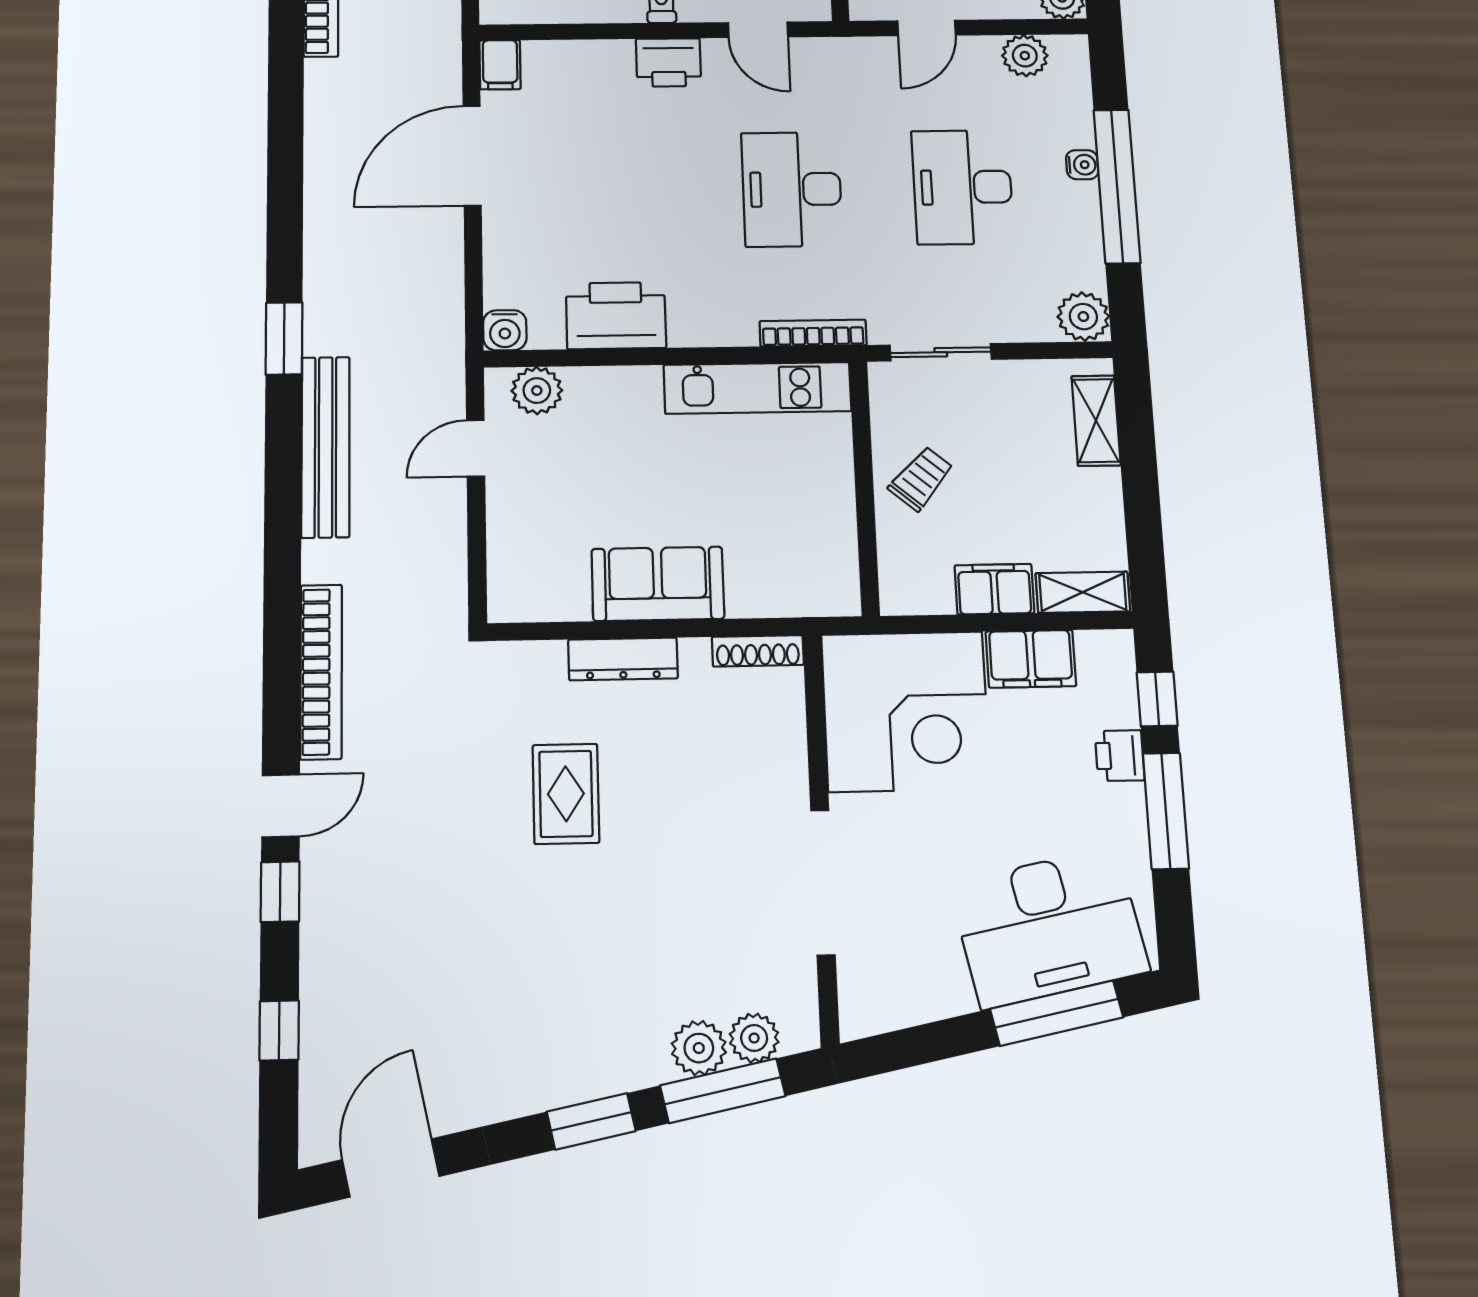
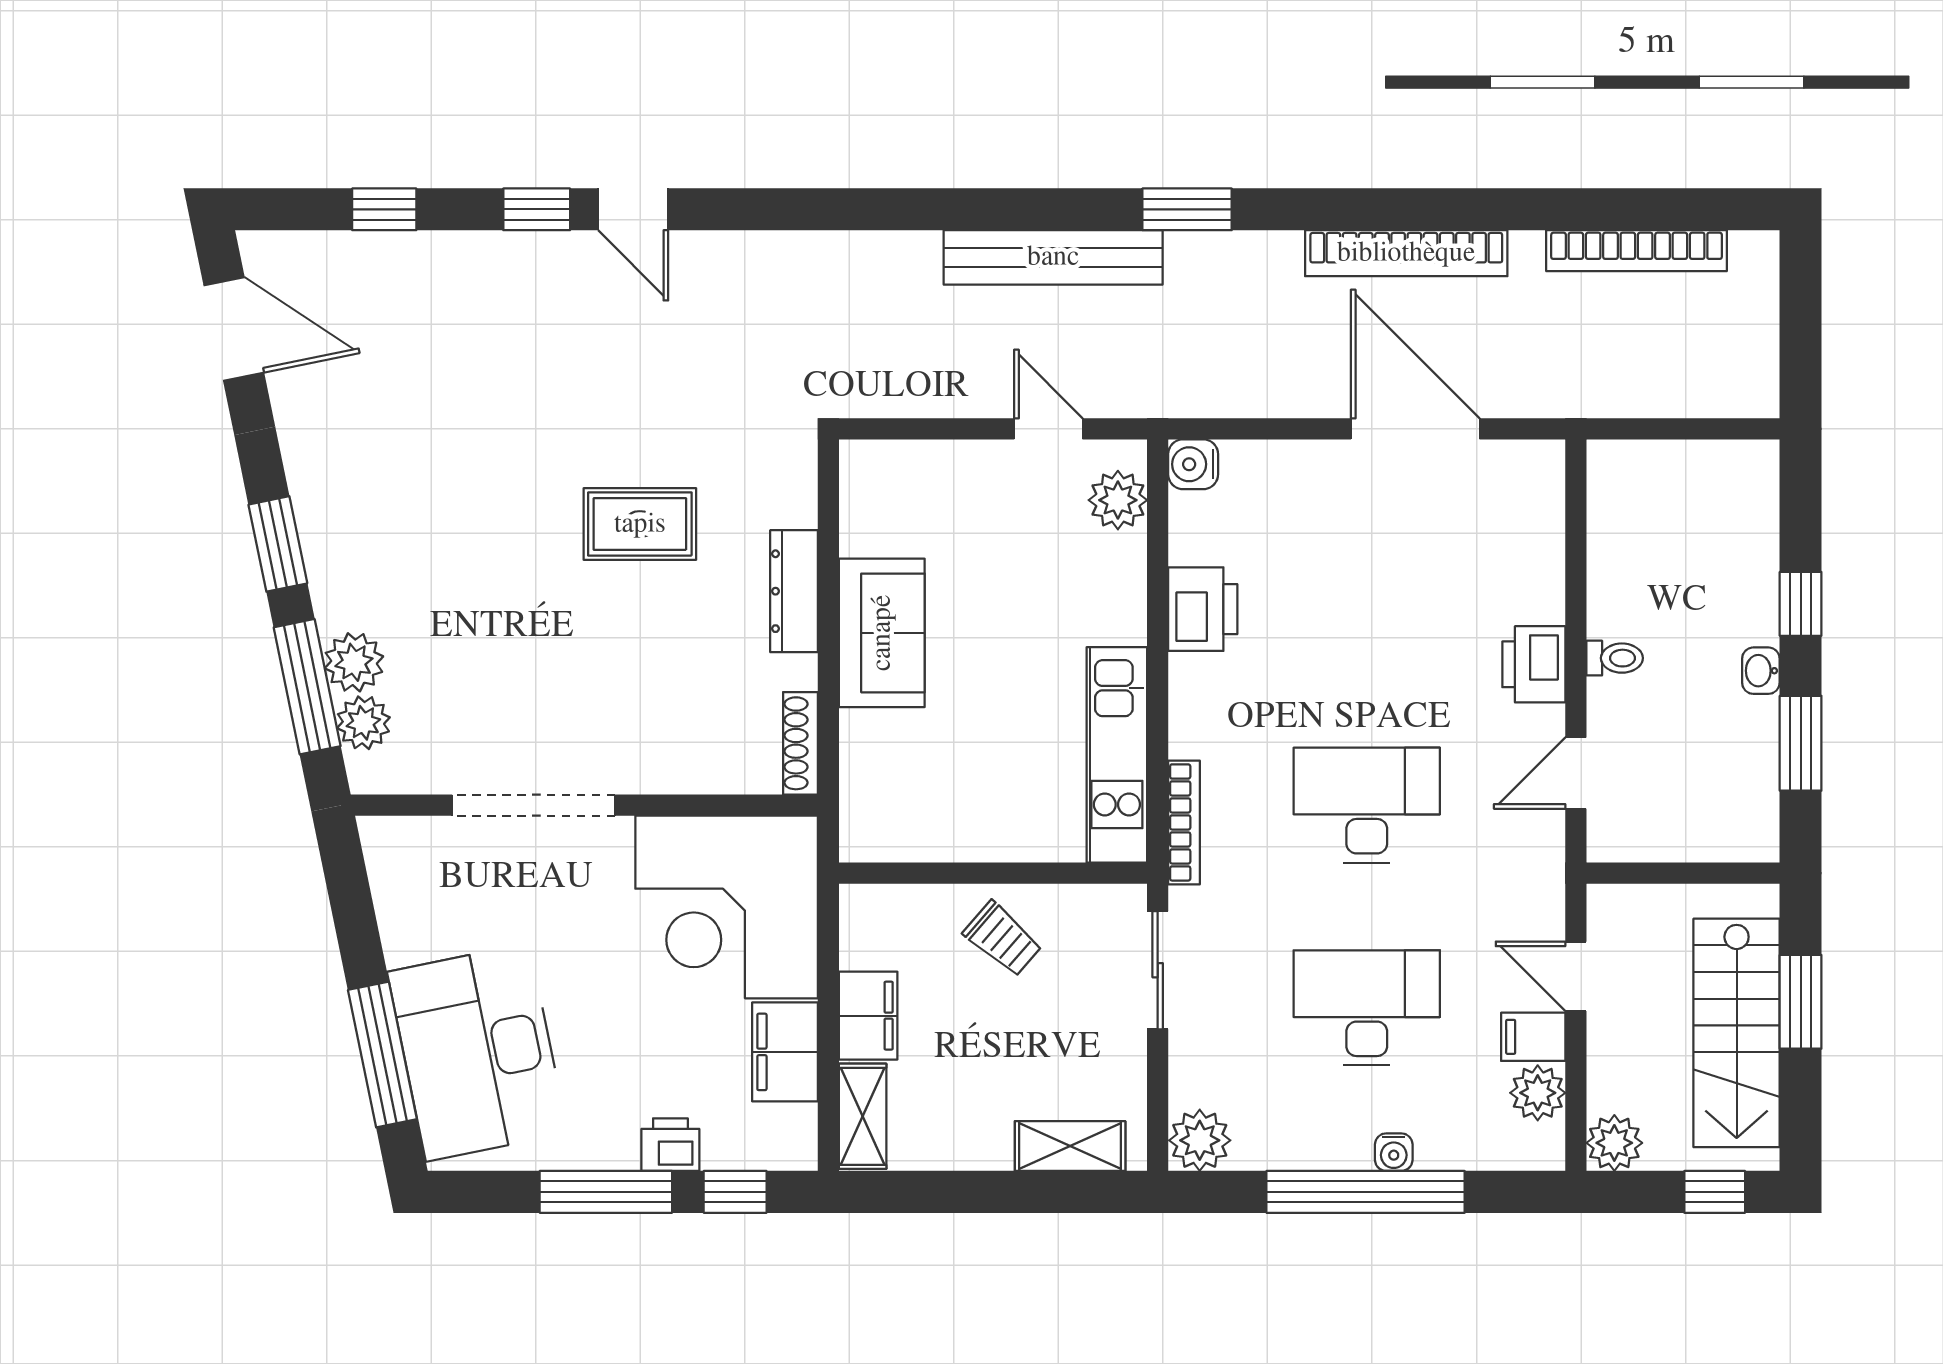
filing cabinet: (500, 65) -> (1533, 1037), moved
printer: (616, 316) -> (1203, 609), width x0.73, depth x0.84
bookcase: (321, 672) -> (1406, 253), moved

